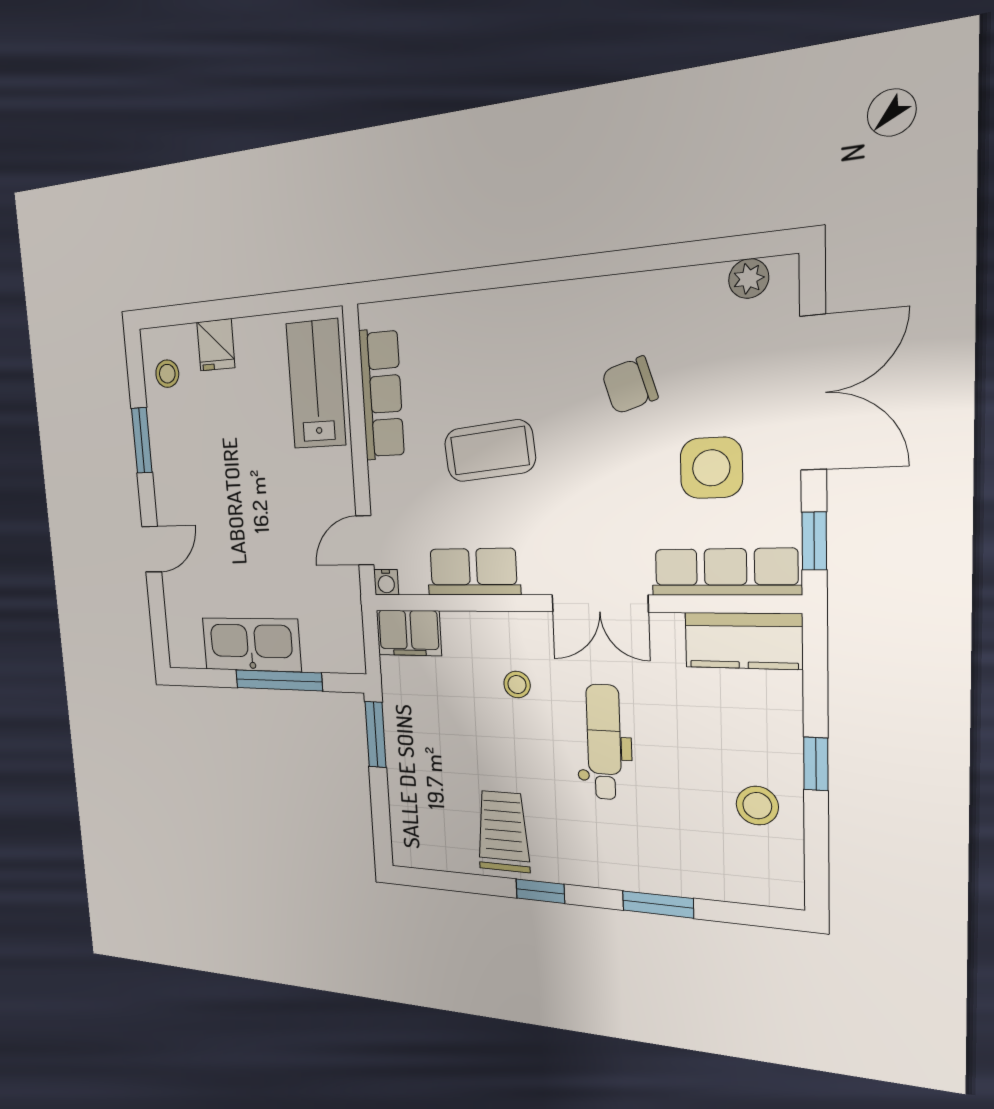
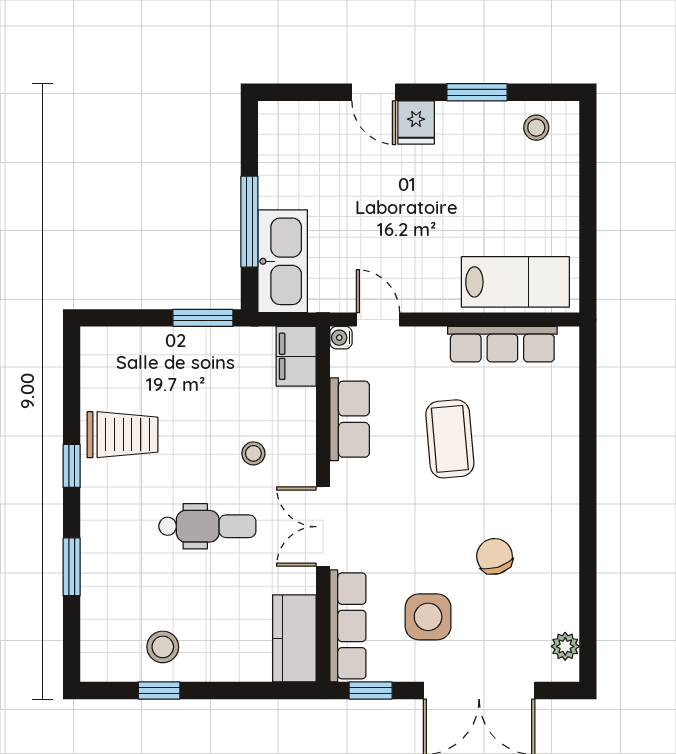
fridge: (216, 345) -> (416, 123), moved, turned -90
kitchen sink: (251, 645) -> (283, 261), moved
window: (816, 764) -> (159, 690), moved

